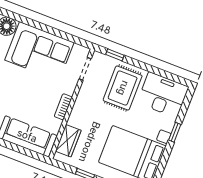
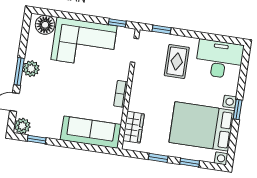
window: (75, 39) -> (117, 23), added
rug: (123, 88) -> (177, 61), width x0.73, depth x0.70
window: (175, 132) -> (238, 110), moved

